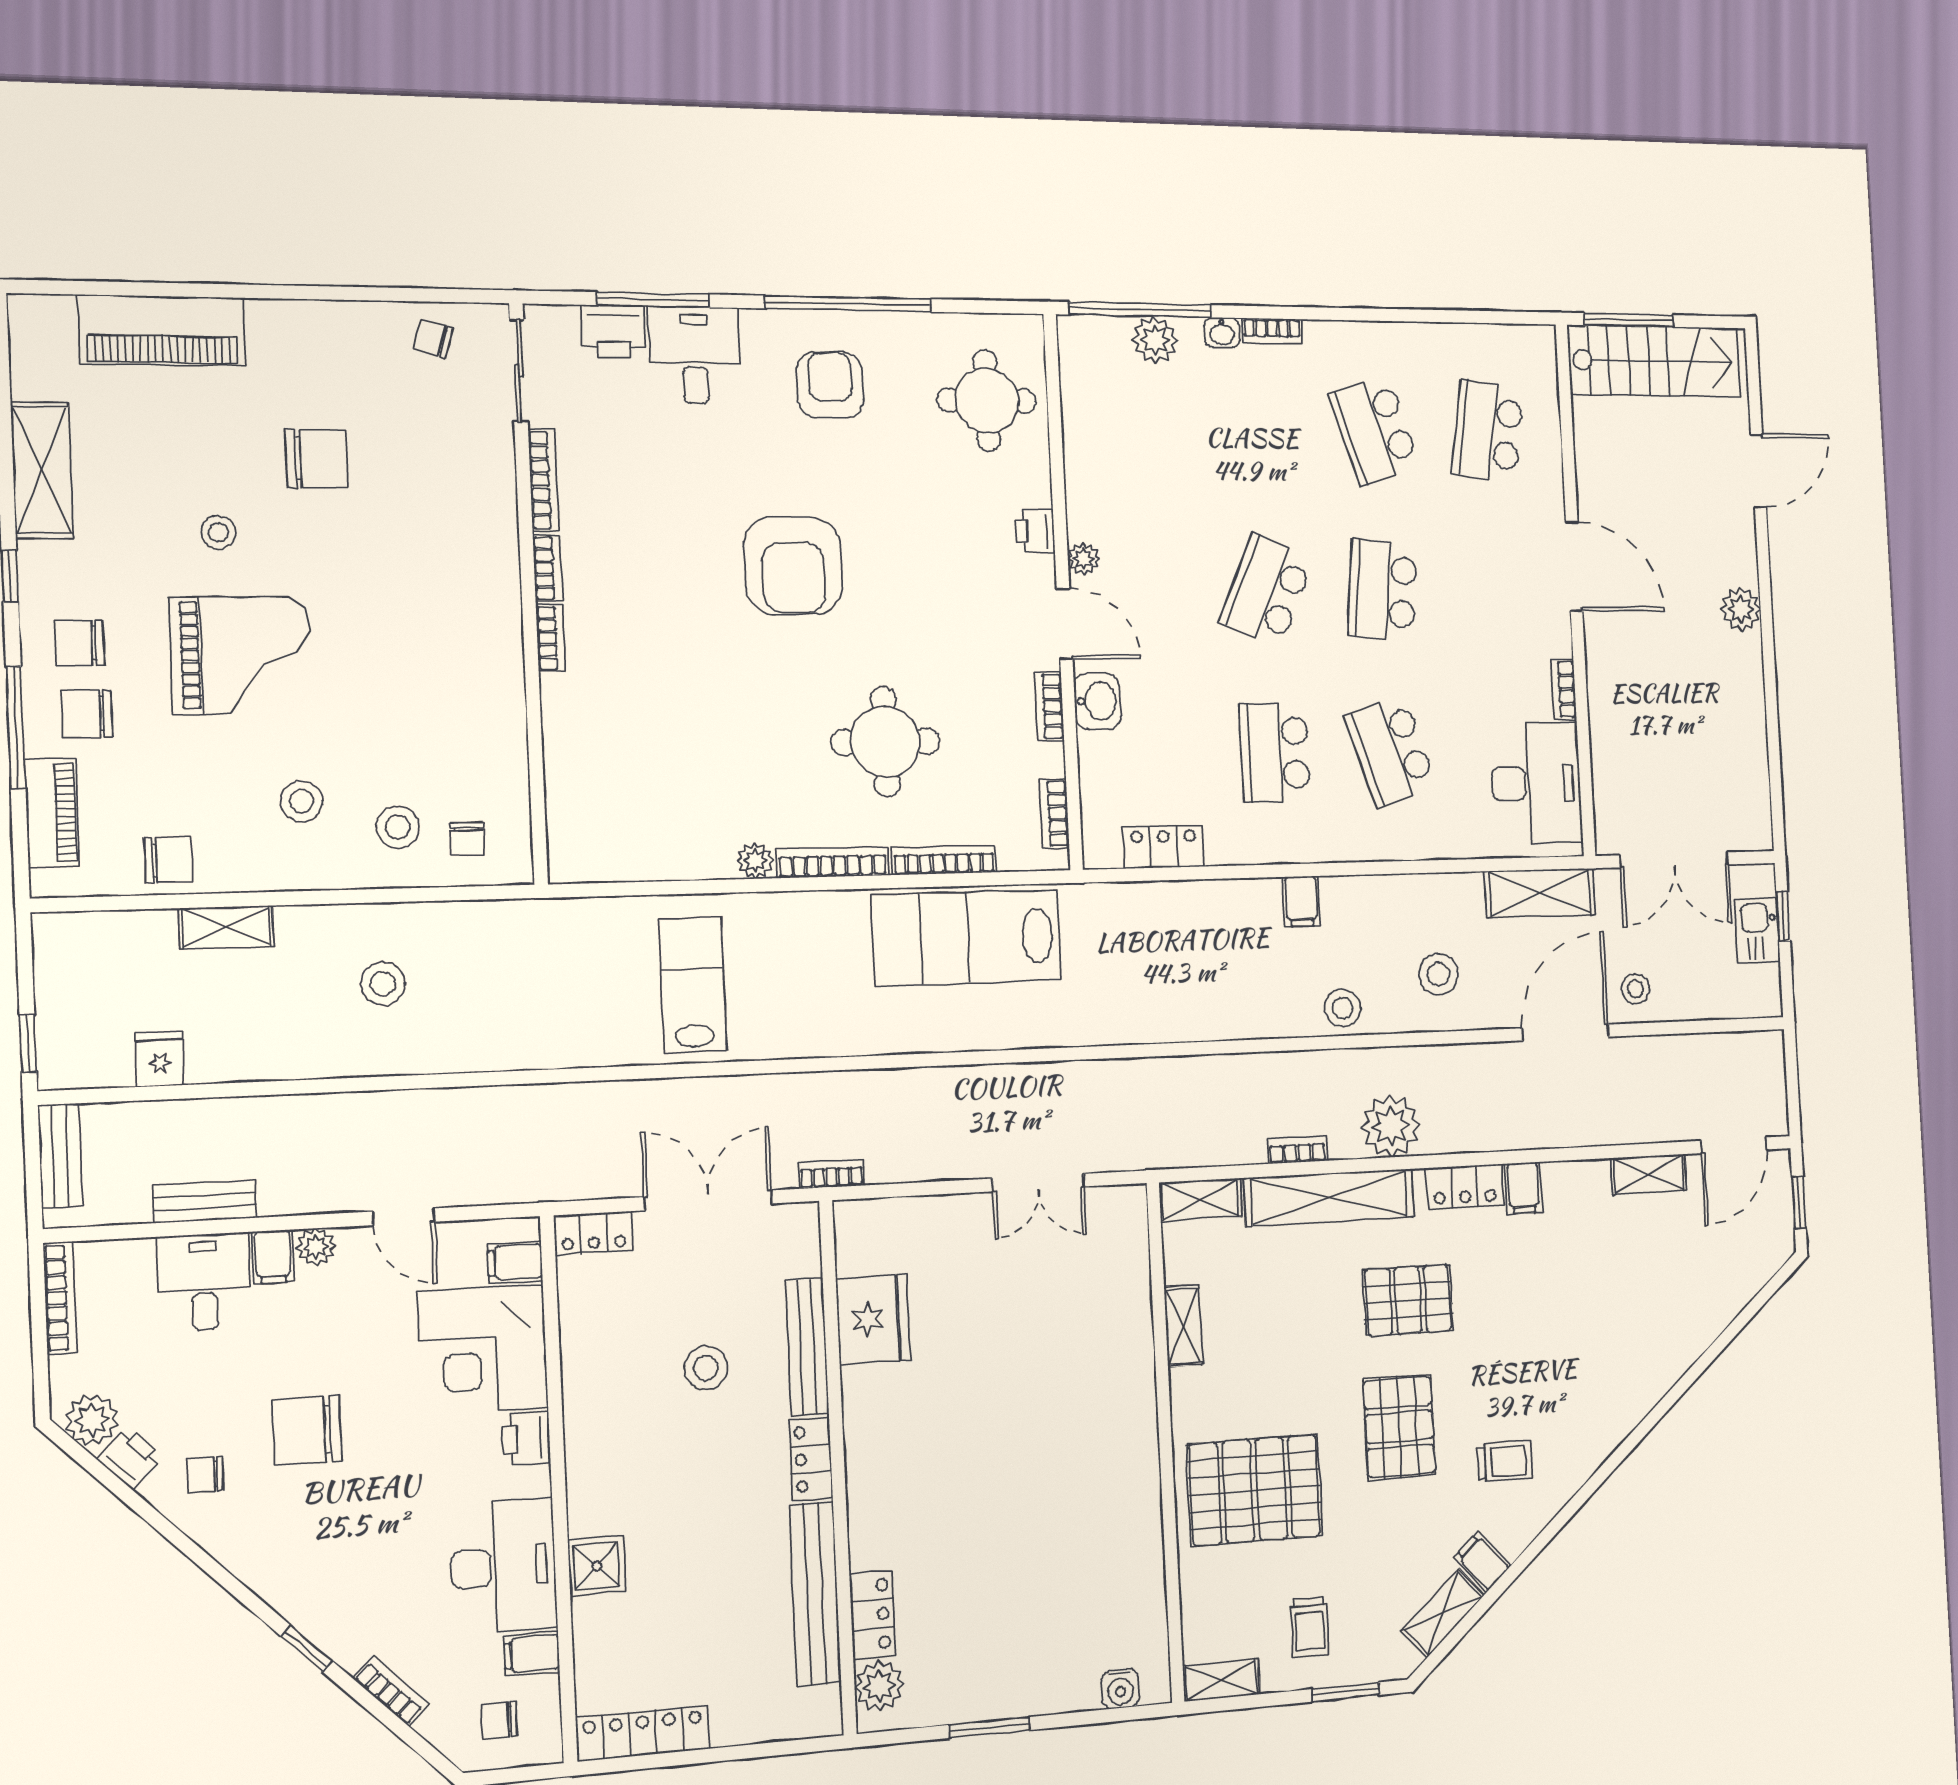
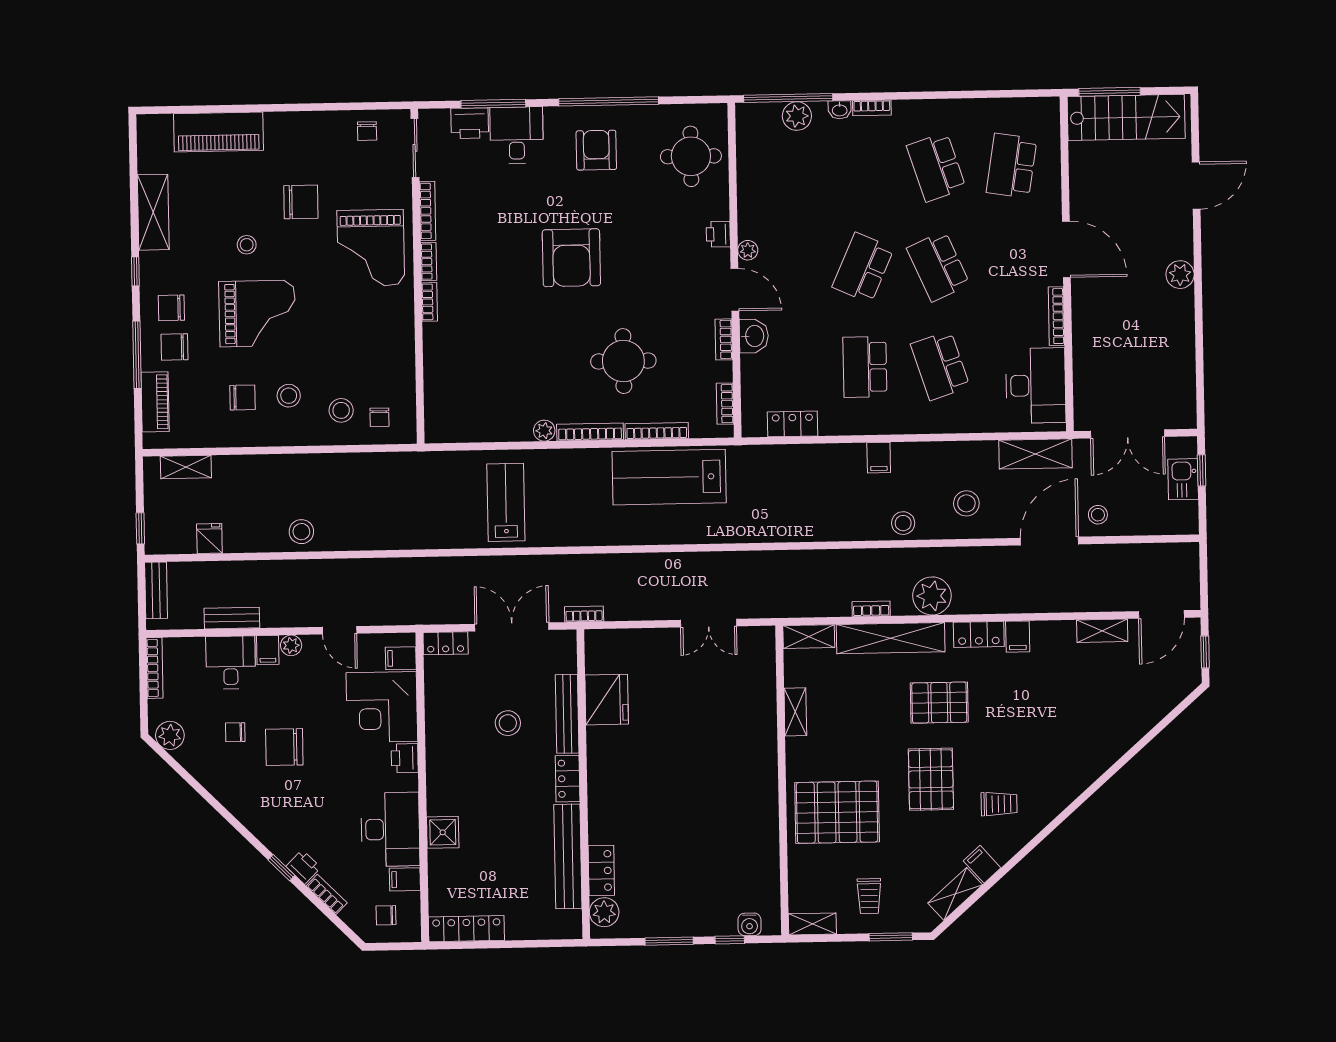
chair: (433, 339) -> (367, 131), turned -106
grand piano: (444, 542) -> (371, 248), added
school desk: (1383, 590) -> (938, 266), turned -30
bookcase: (1564, 689) -> (1056, 316), width x1.56
chair: (168, 860) -> (242, 397), moved
shelving: (226, 927) -> (186, 467), moved
stool: (383, 984) -> (301, 532), moved
printer: (130, 1458) -> (303, 867), moved
chair: (205, 1475) -> (235, 732), moved
window: (1089, 1718) -> (730, 940), added

